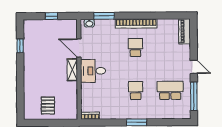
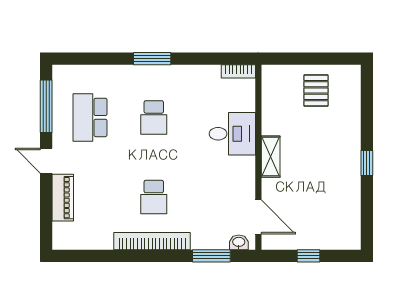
piano: (185, 31) -> (63, 198), moved
window: (20, 46) -> (367, 163), moved
door: (79, 48) -> (258, 217), moved
desk: (93, 71) -> (232, 134), moved
school desk: (170, 90) -> (90, 117), turned 90

